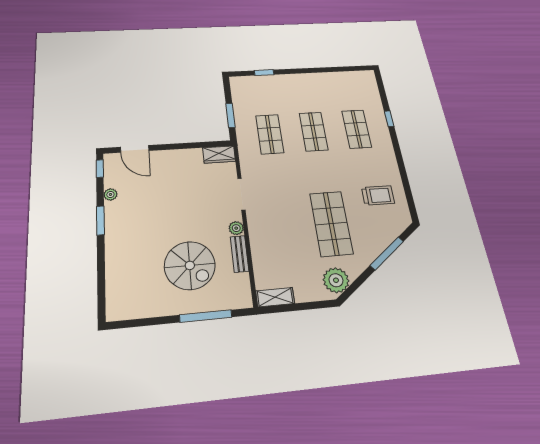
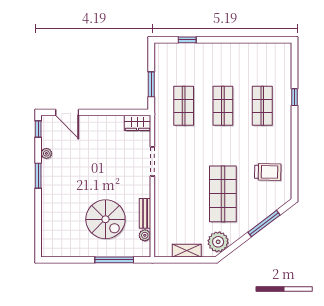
plant: (236, 228) -> (145, 235), moved
shelving: (275, 297) -> (187, 251), moved

